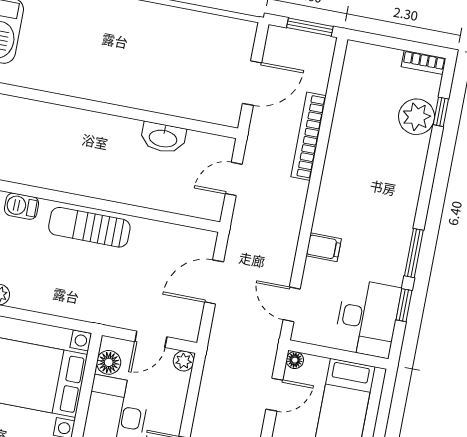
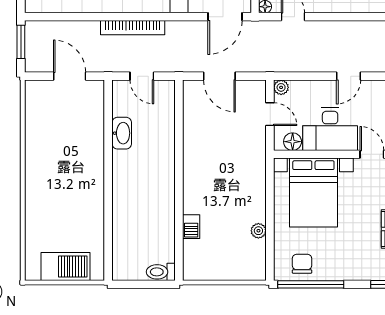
bookcase: (309, 136) -> (133, 28), moved
sun lounger: (89, 227) -> (197, 174), removed
door: (292, 304) -> (225, 17), width x1.38

